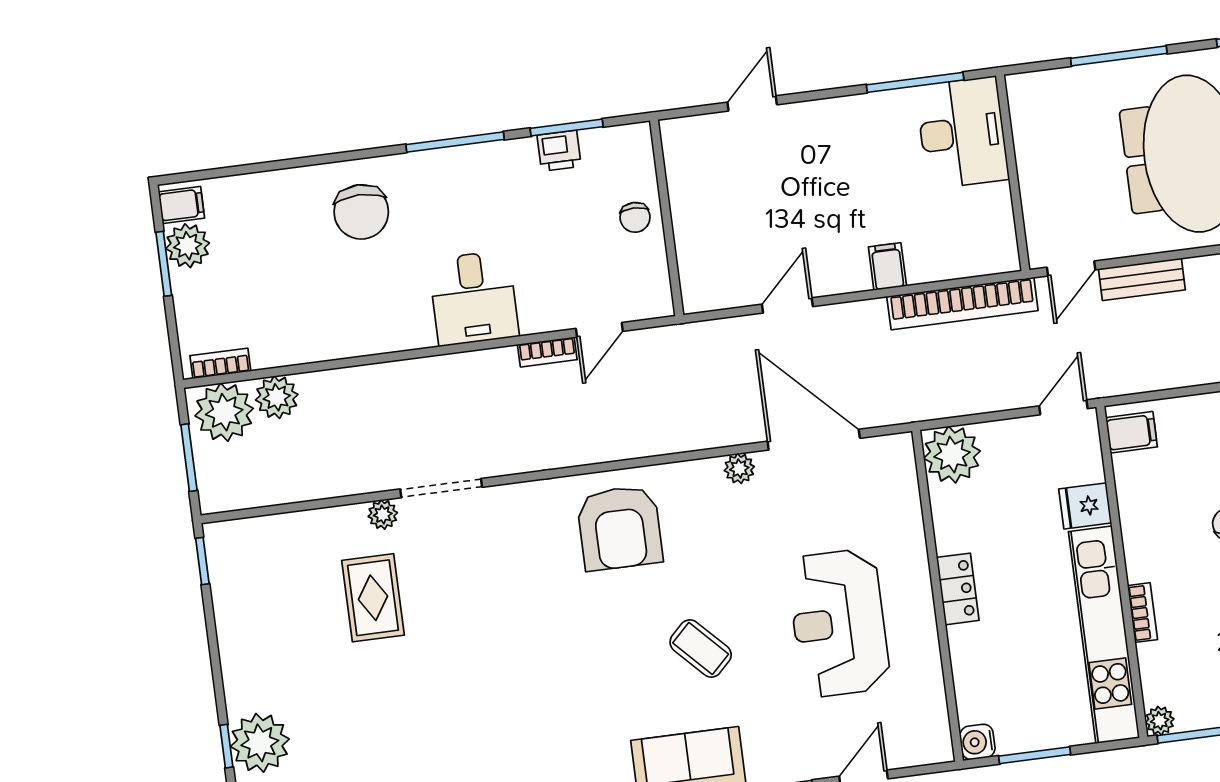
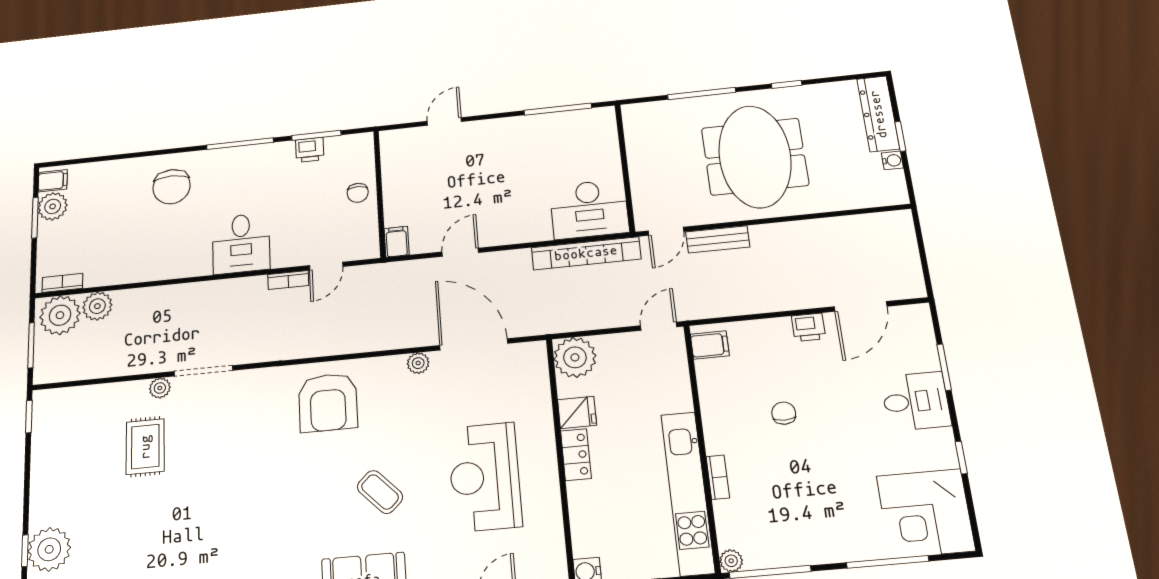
desk: (962, 133) -> (589, 209), moved, turned 90
filing cabinet: (887, 267) -> (397, 242), moved
fridge: (1085, 506) -> (577, 412), moved, turned 180

